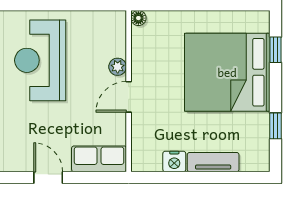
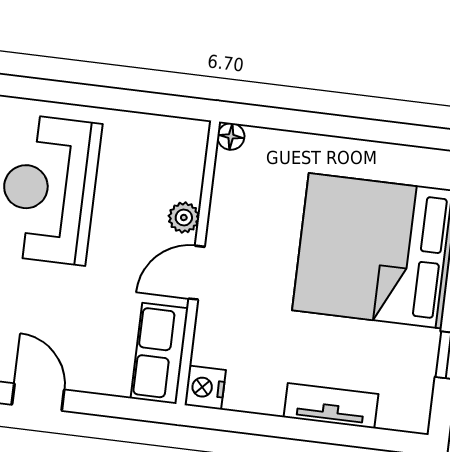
row of seats: (99, 159) -> (159, 353), moved, turned -90
nightstand: (174, 162) -> (205, 387), moved, turned 90

